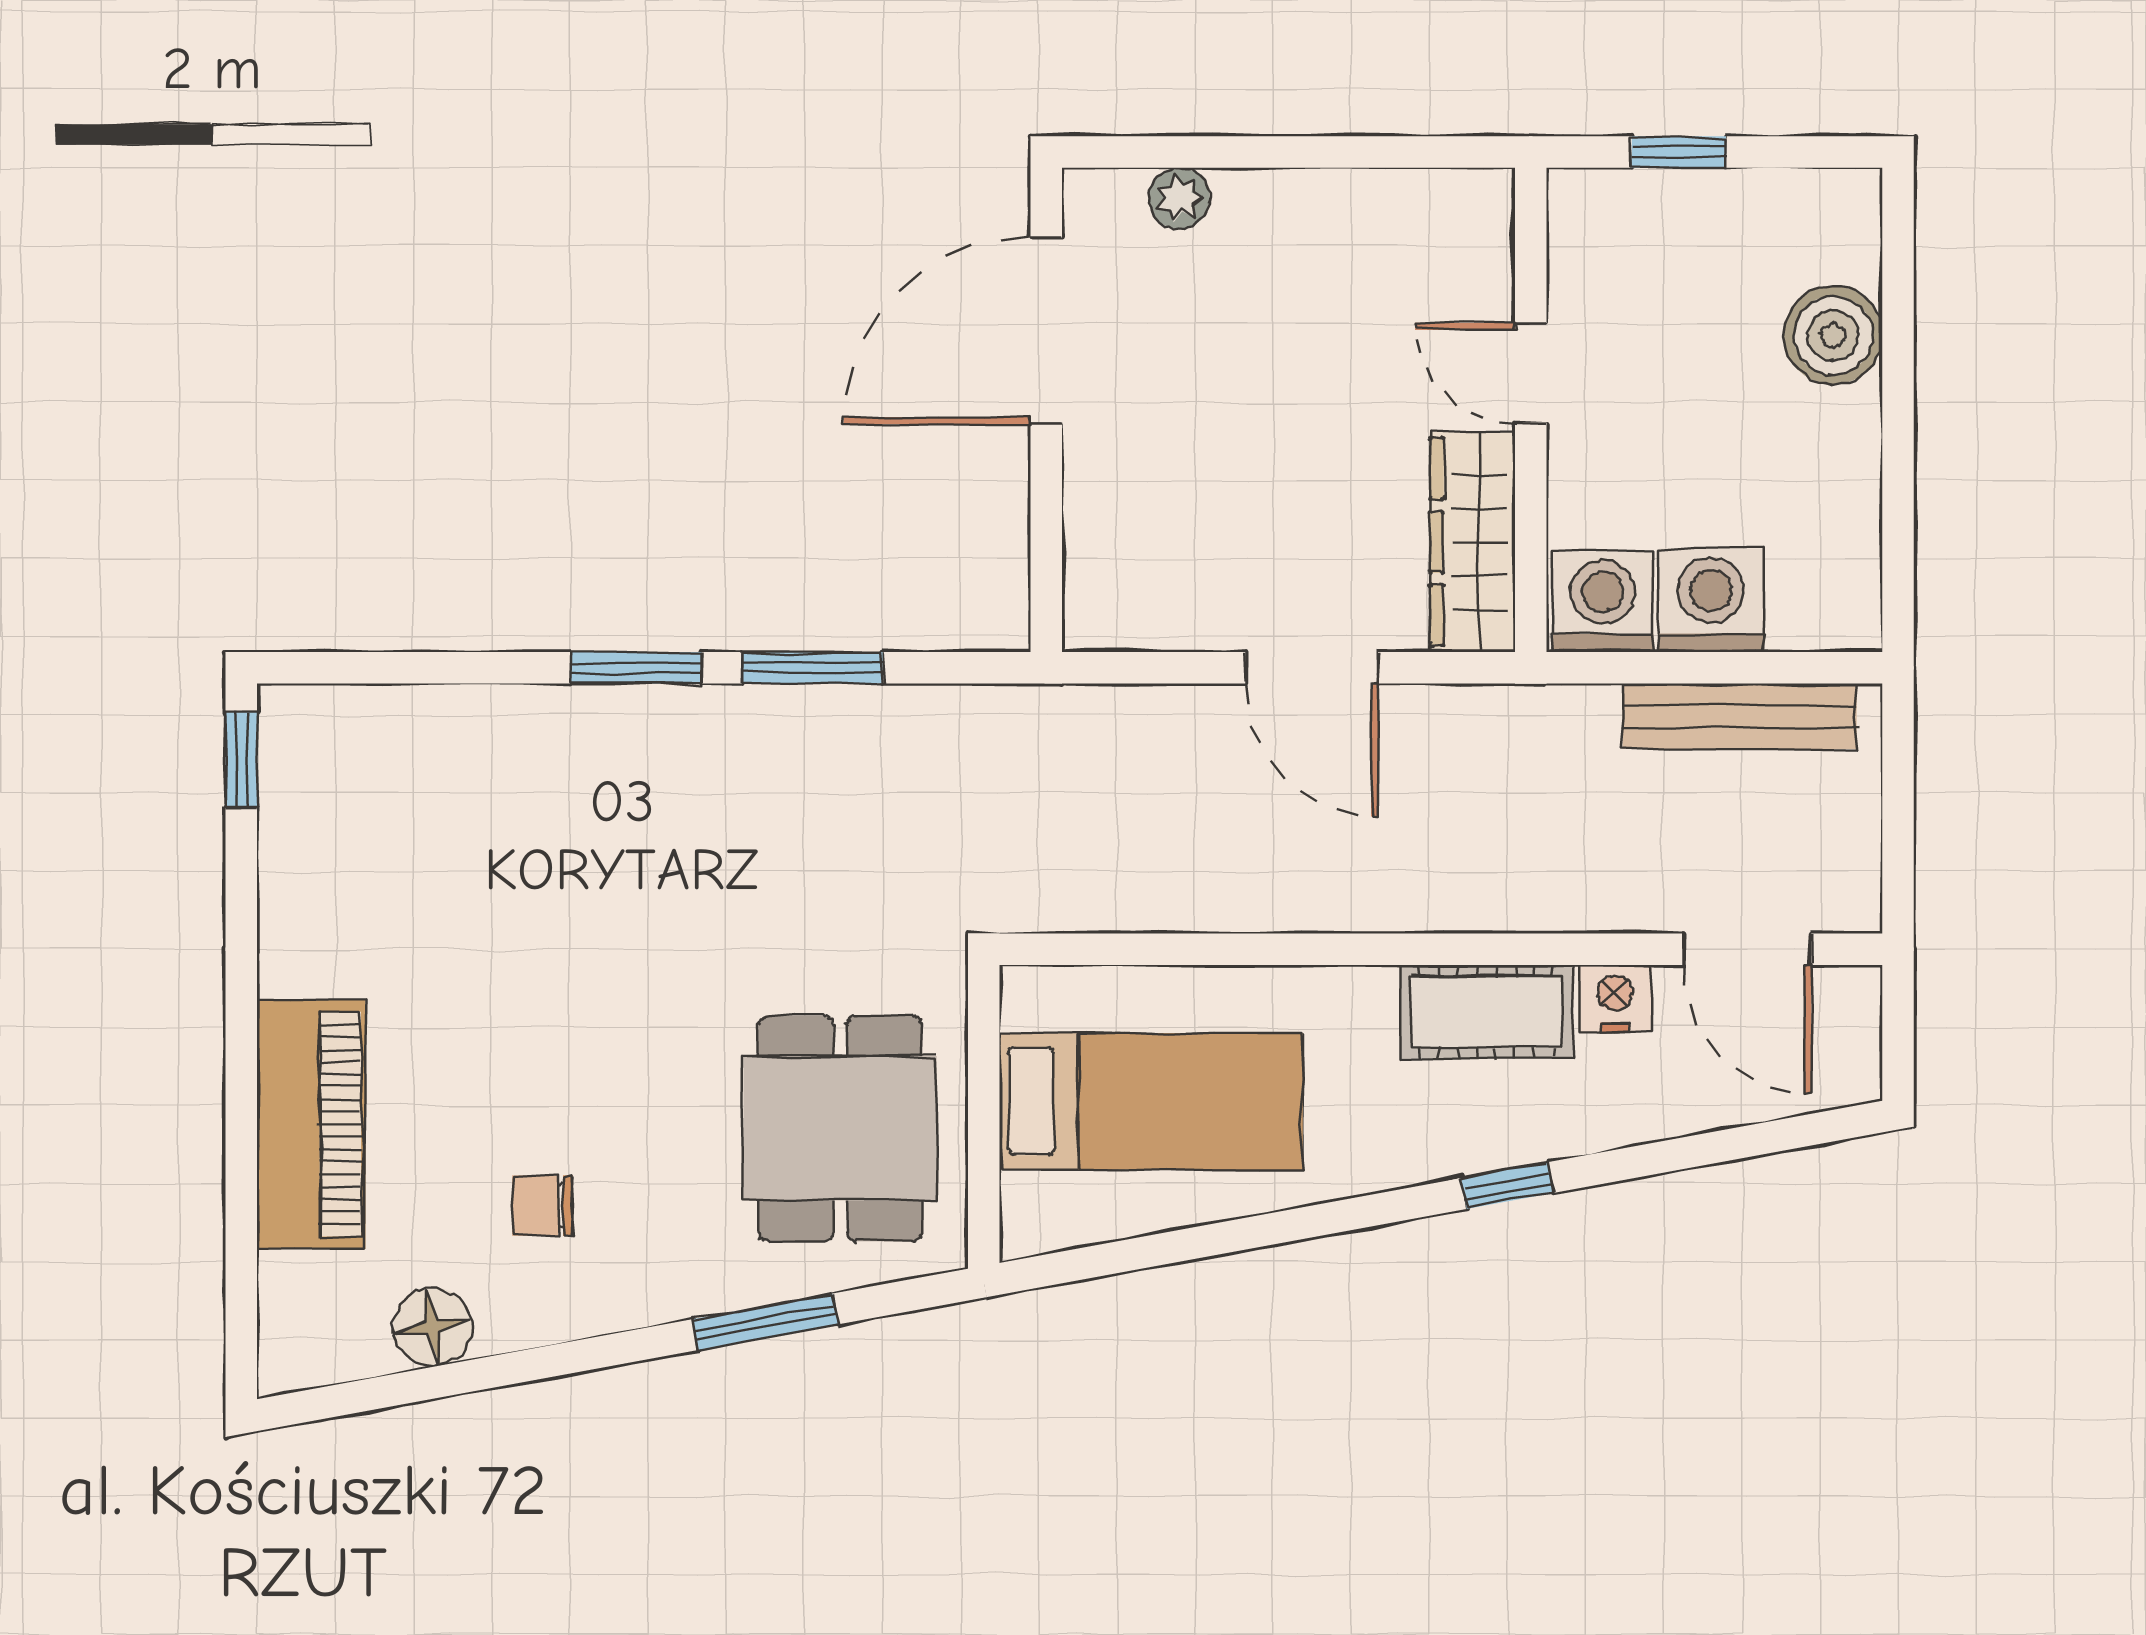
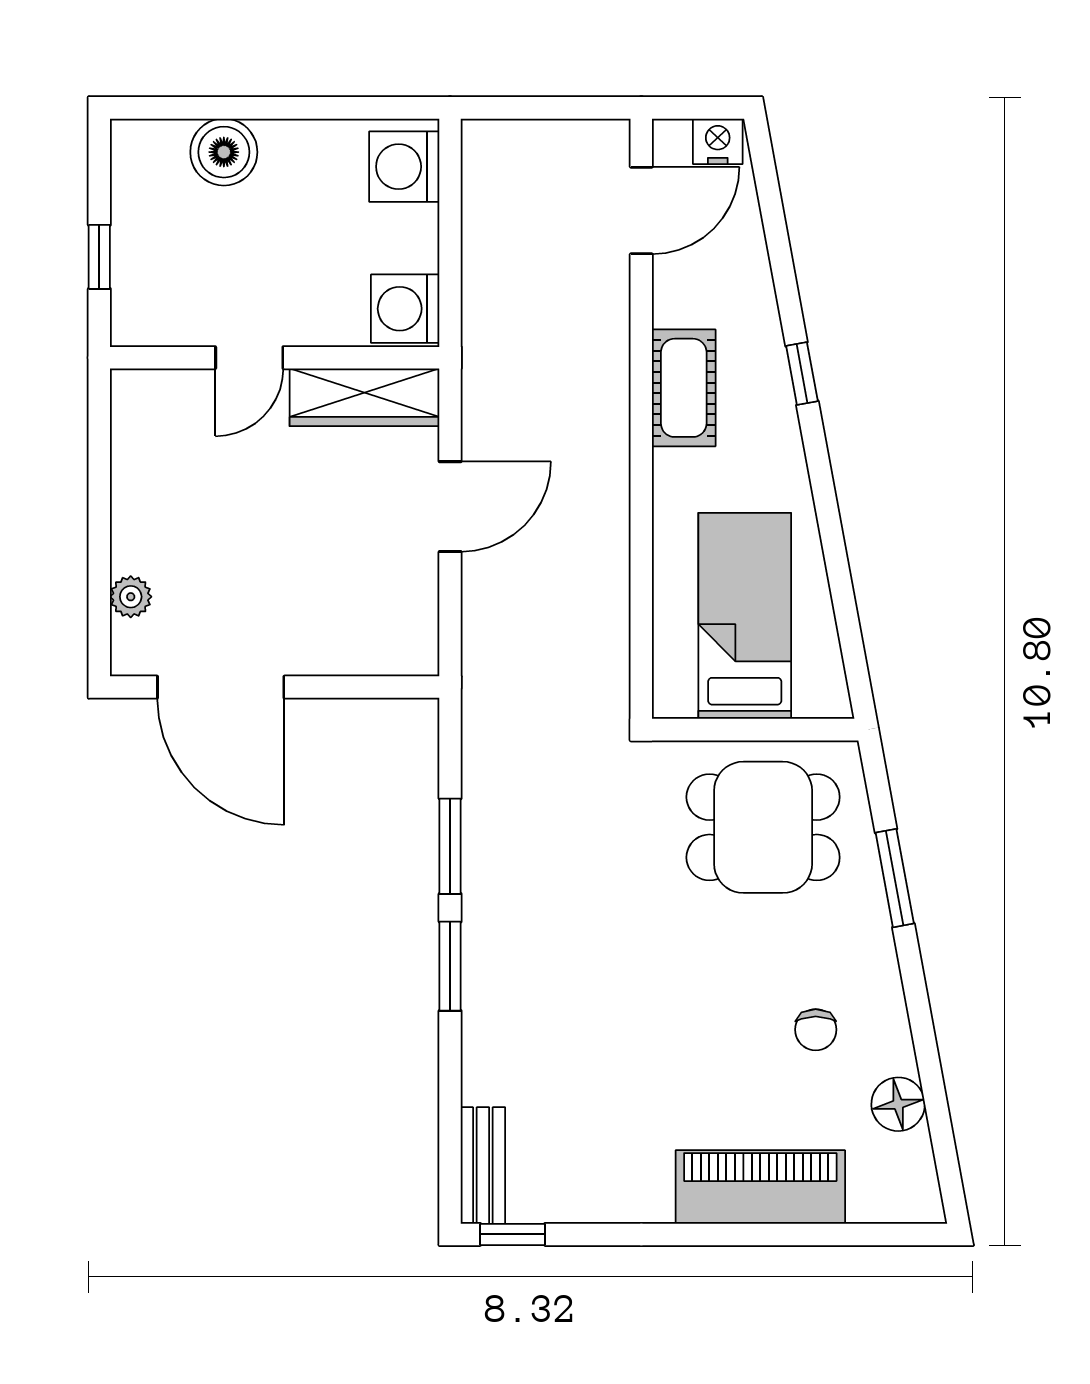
washing machine: (1711, 600) -> (404, 167), moved
bench: (1740, 716) -> (483, 1166), moved, width x0.73
nightstand: (1615, 998) -> (718, 141), moved, turned 90

